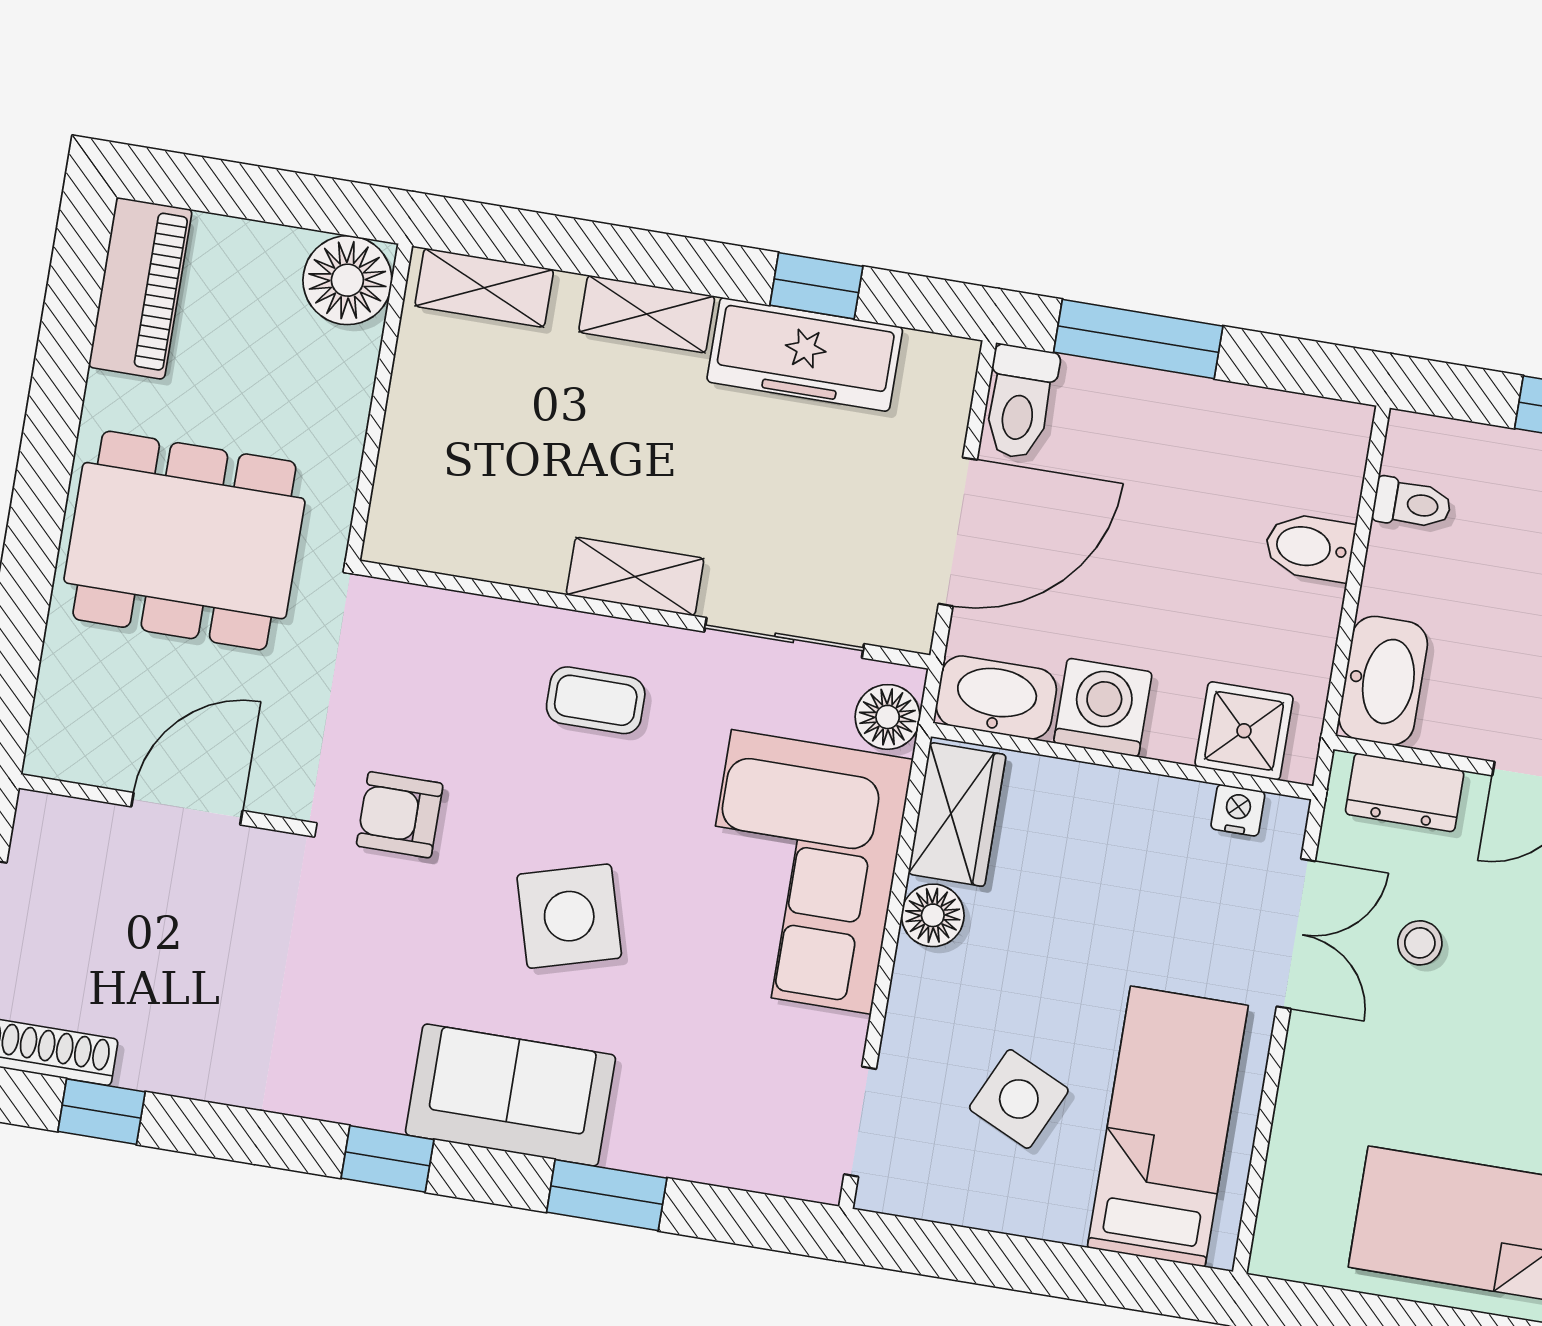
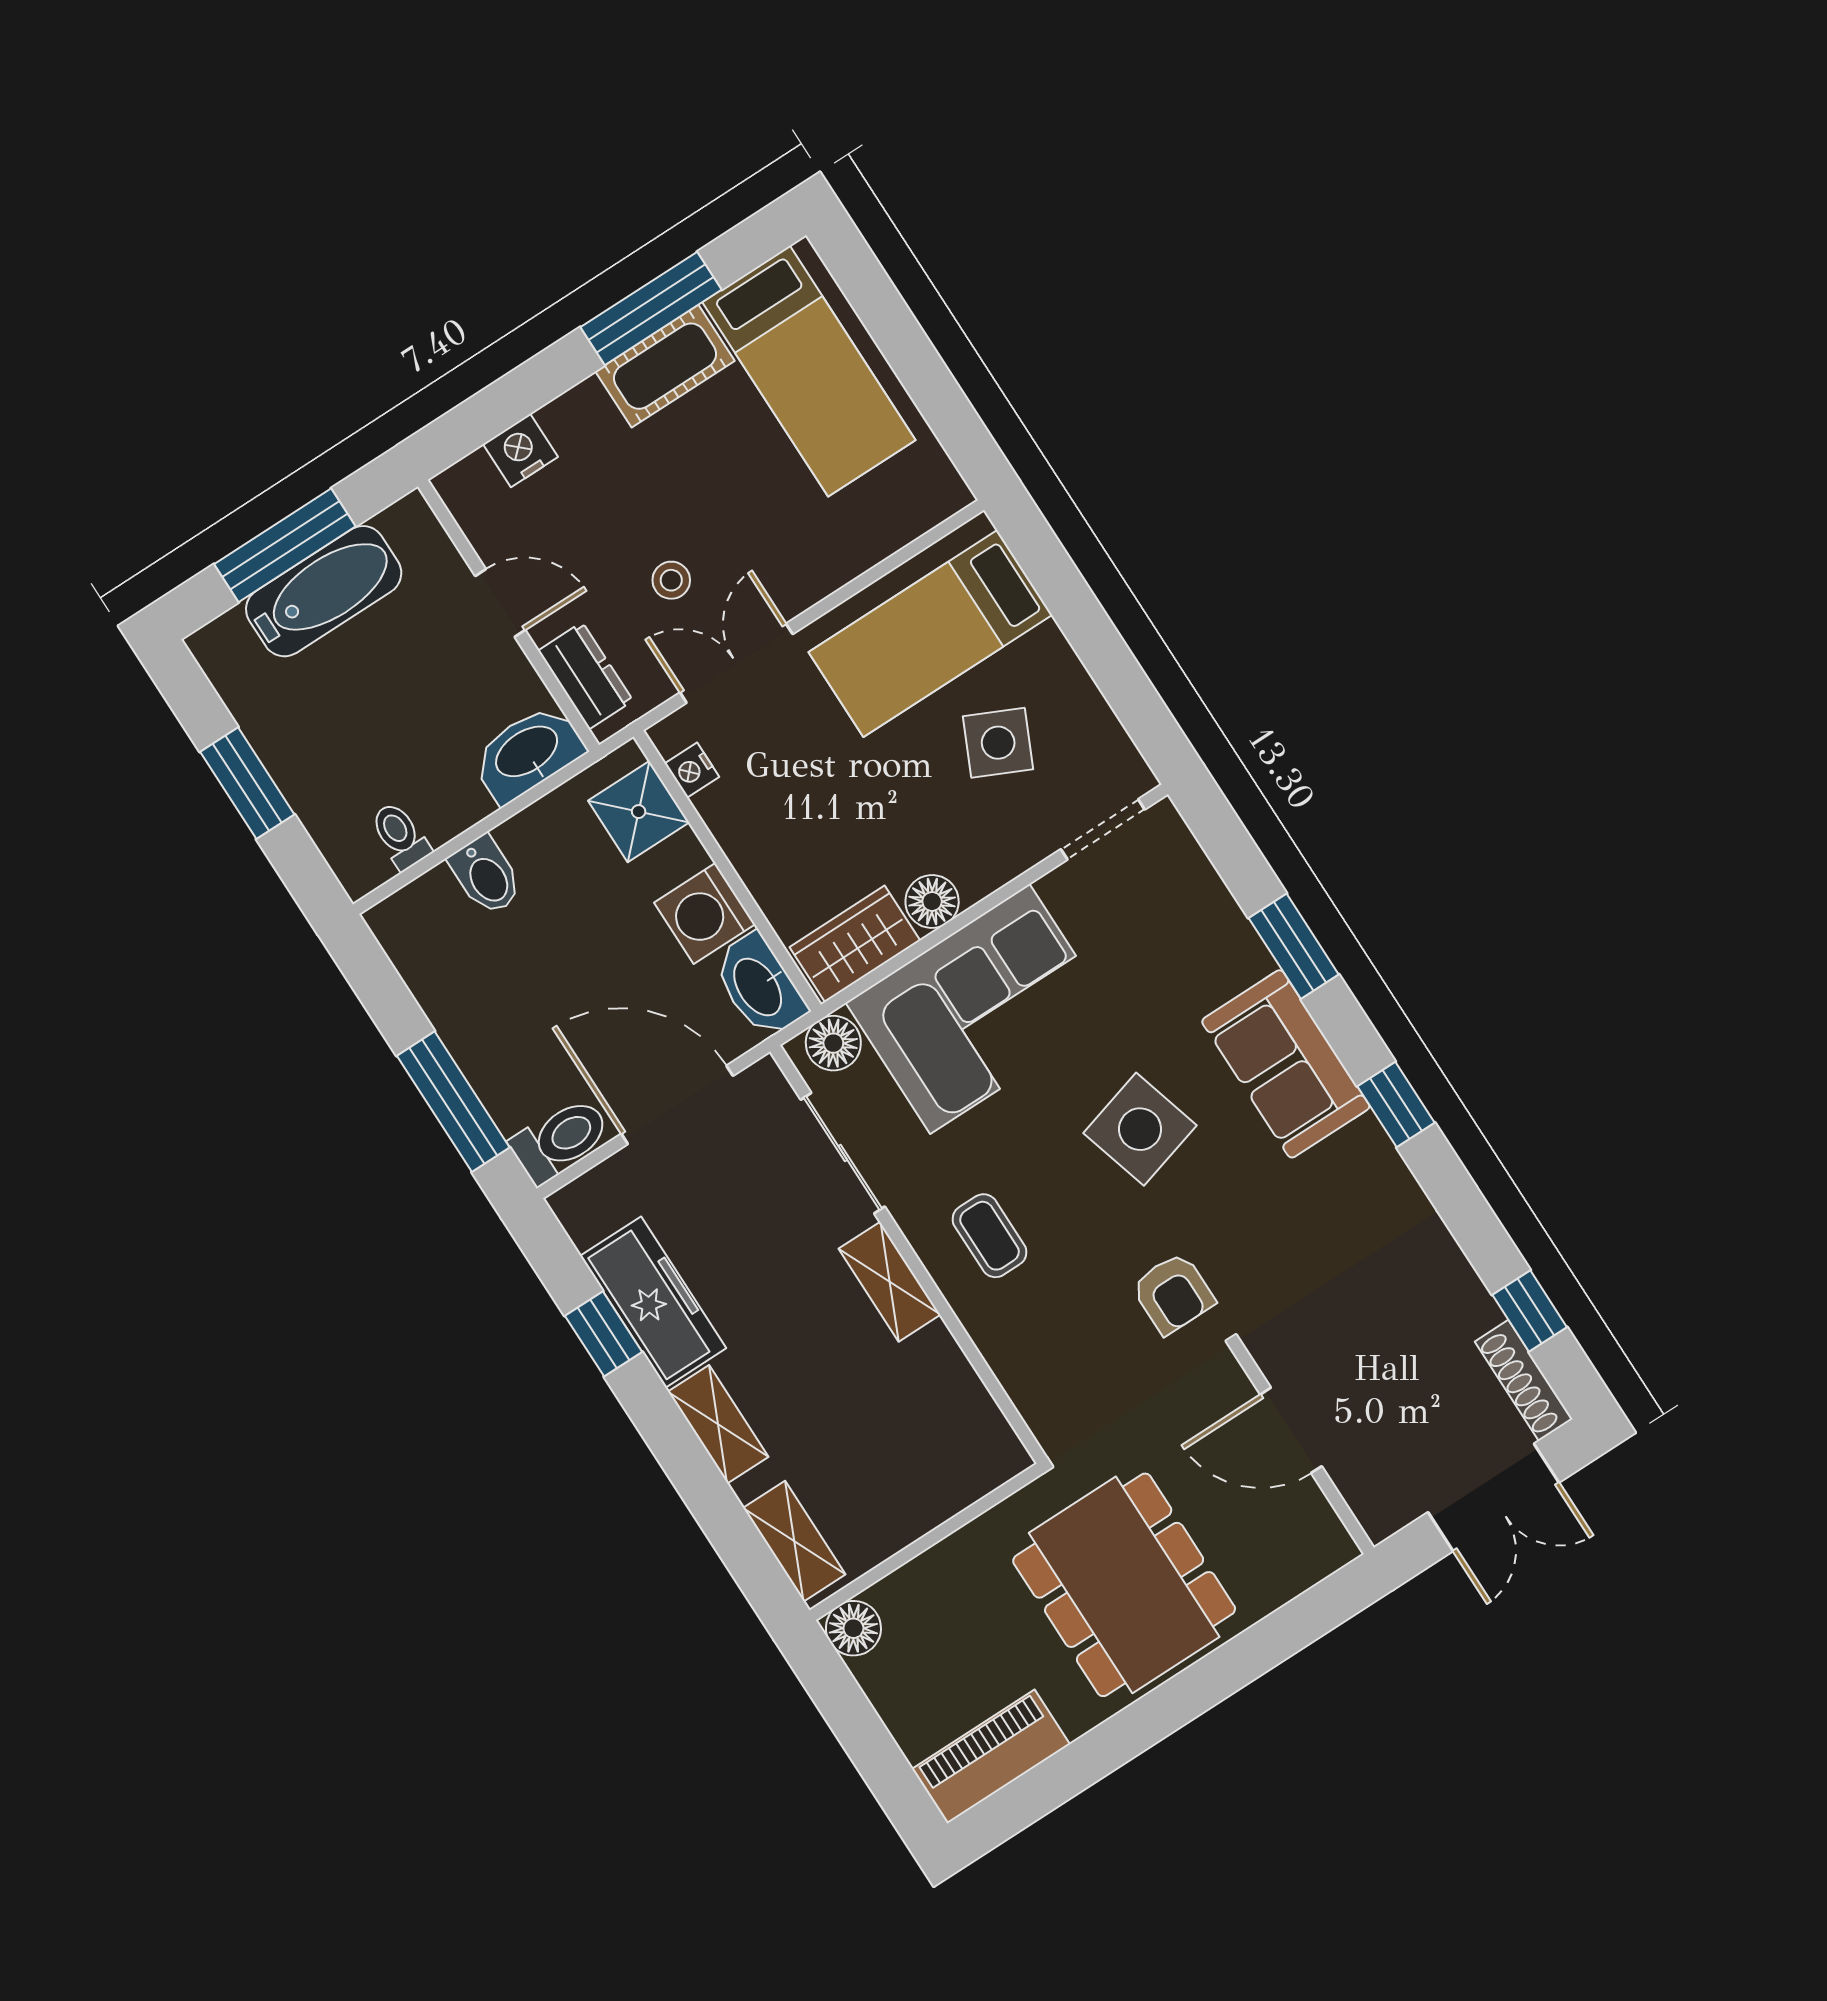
floor lamp: (347, 280) -> (853, 1628), width x0.73, depth x0.73

